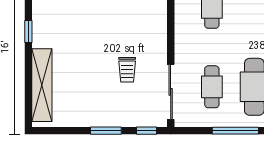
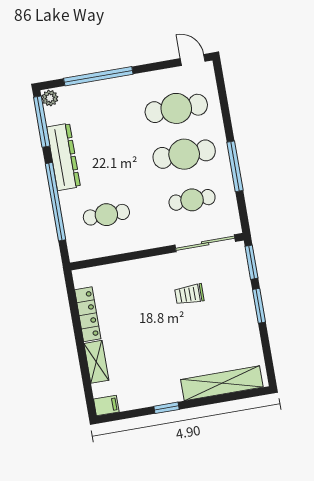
trolley: (127, 70) -> (189, 294), turned 180
window: (146, 131) -> (251, 262), width x1.50

